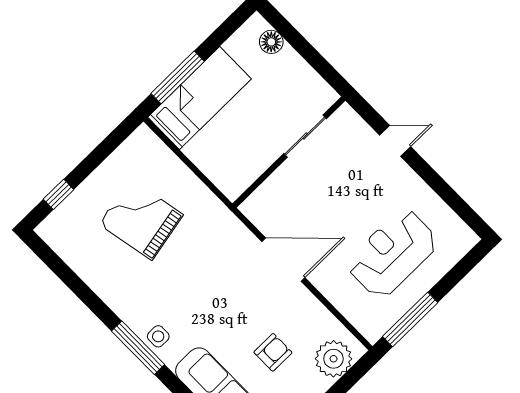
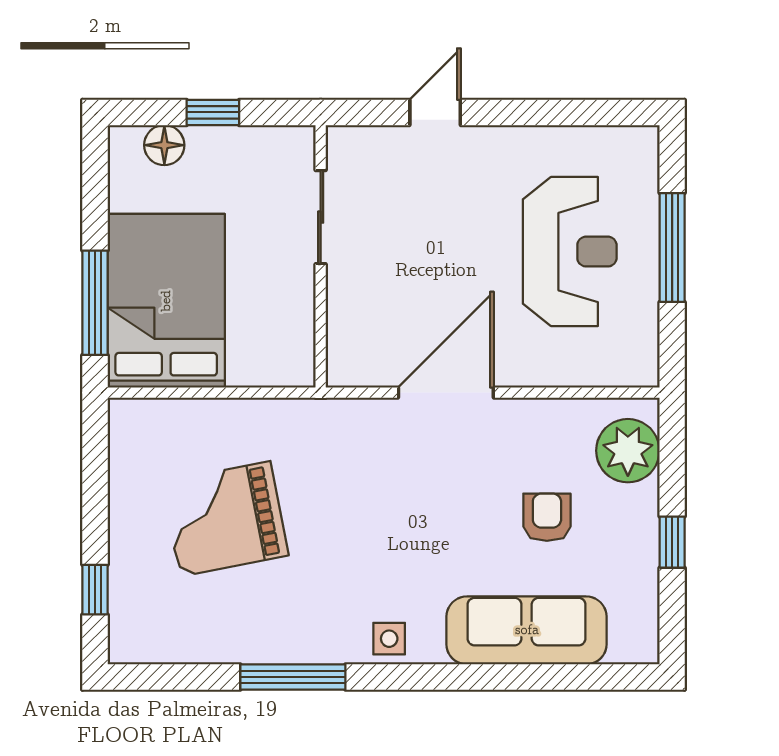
window: (305, 49) -> (213, 112), added
bed: (200, 98) -> (166, 301), width x1.50
reception desk: (392, 253) -> (570, 252), turned 180
window: (410, 320) -> (672, 247), moved
window: (138, 348) -> (293, 677), moved

